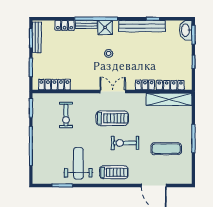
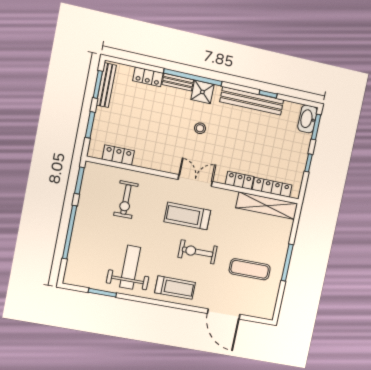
locker: (54, 85) -> (118, 155), width x0.66
treadmill: (112, 118) -> (187, 216), turned 180

